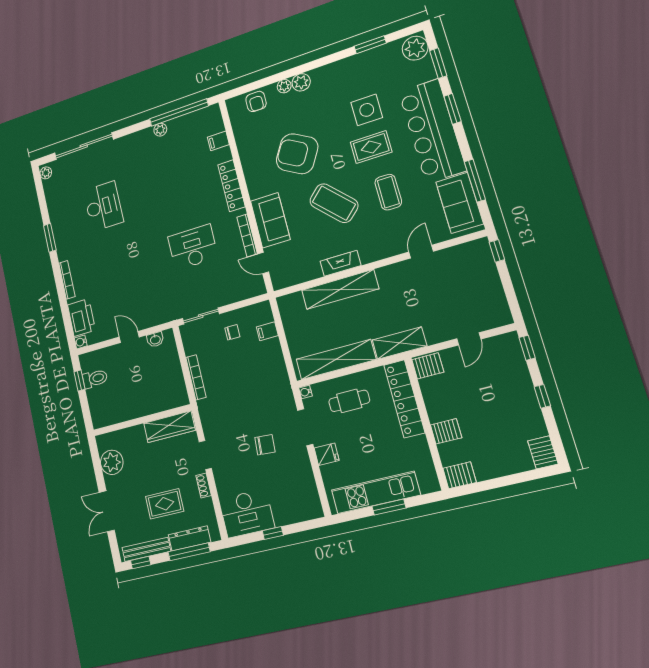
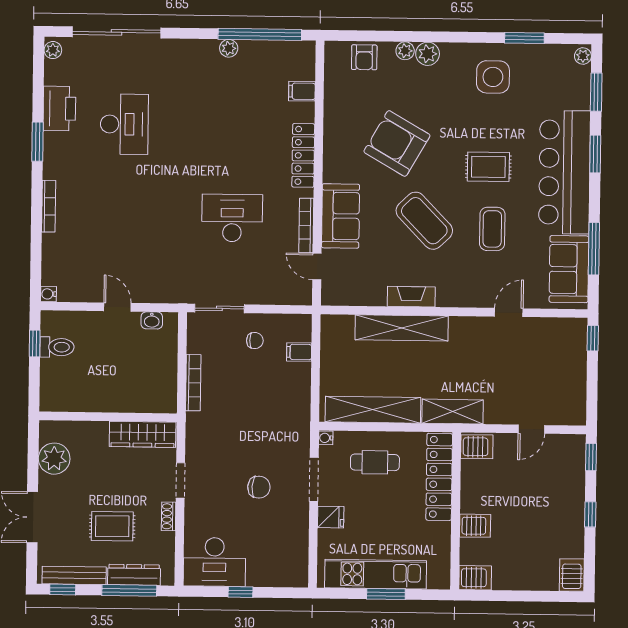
plant: (415, 48) -> (583, 56), width x0.53, depth x0.53
side table: (367, 110) -> (493, 77), moved
printer: (81, 317) -> (59, 109), moved

